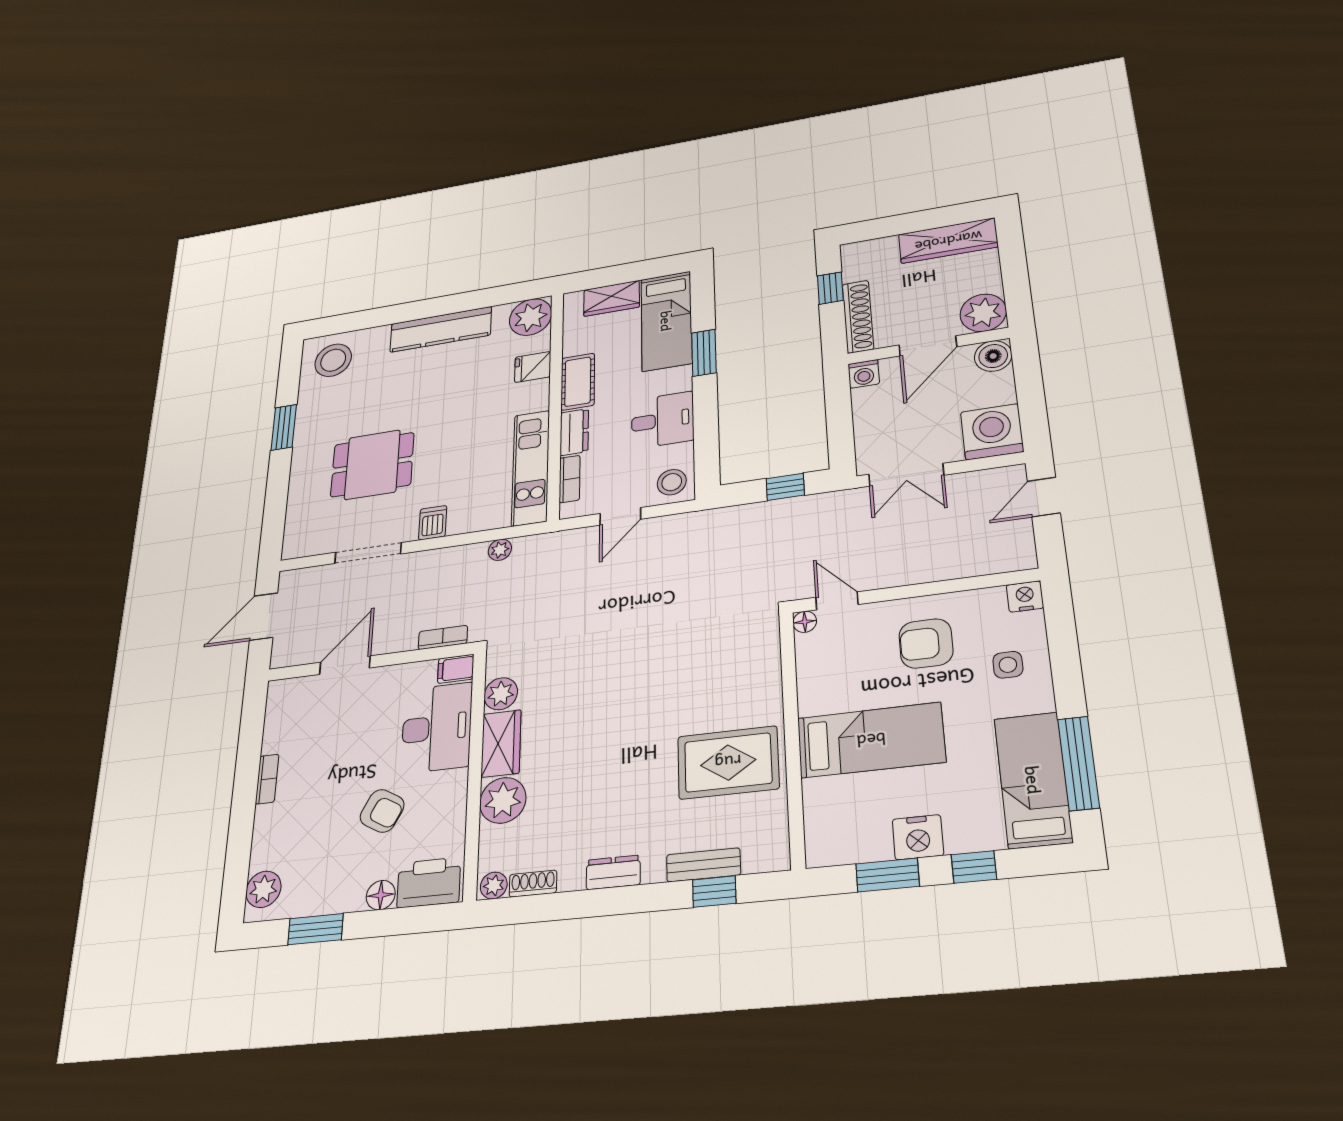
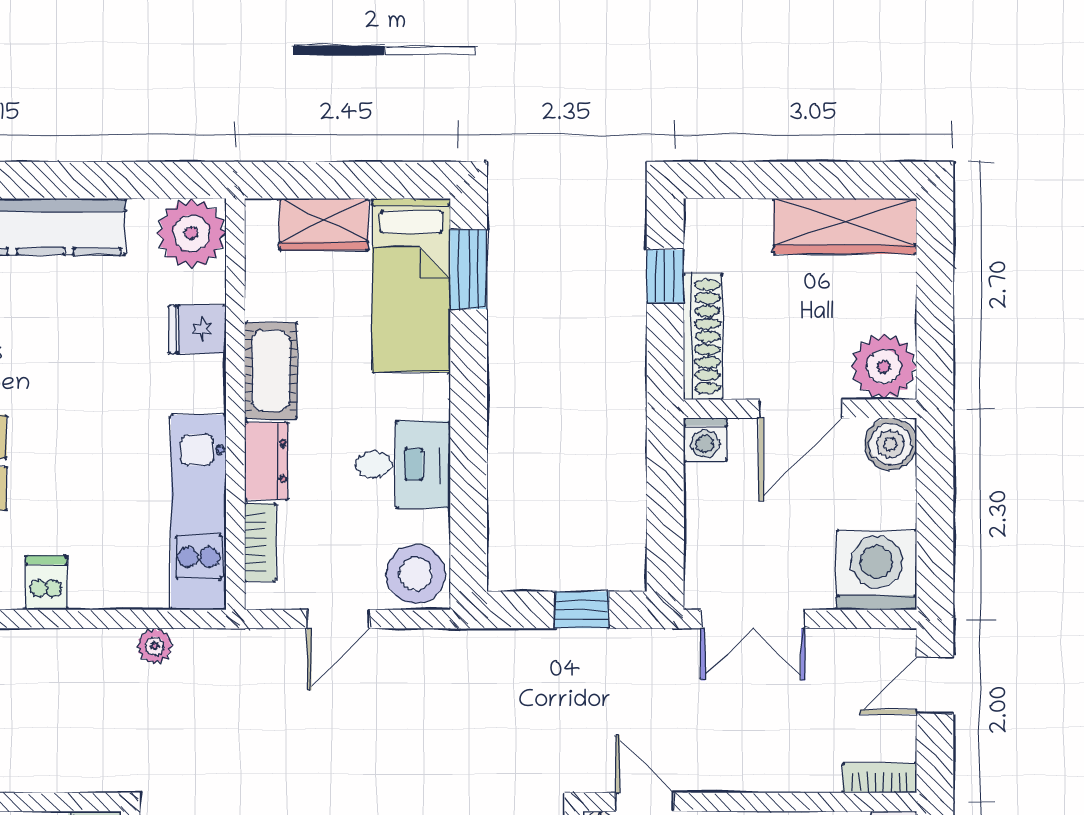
window: (704, 353) -> (469, 269), moved
stool: (672, 482) -> (416, 574), width x1.38, depth x1.38
bookcase: (443, 637) -> (880, 778), moved

